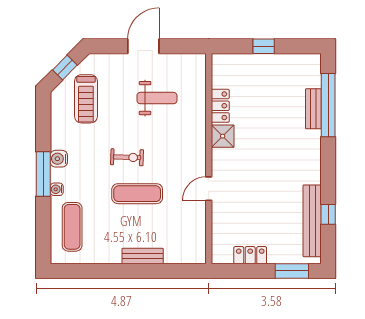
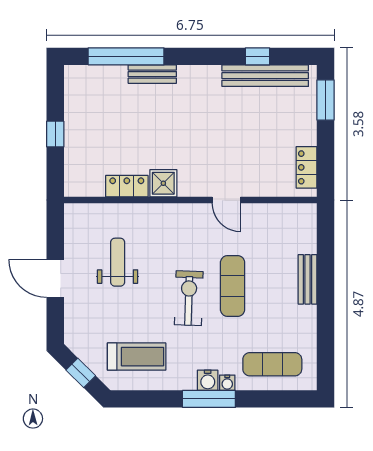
treadmill: (86, 99) -> (137, 357), moved
bench: (313, 109) -> (152, 74), moved
exercise bike: (127, 157) -> (189, 298), width x1.38, depth x1.39
water cooler: (59, 159) -> (208, 380), moved
locker: (250, 255) -> (307, 167), moved

